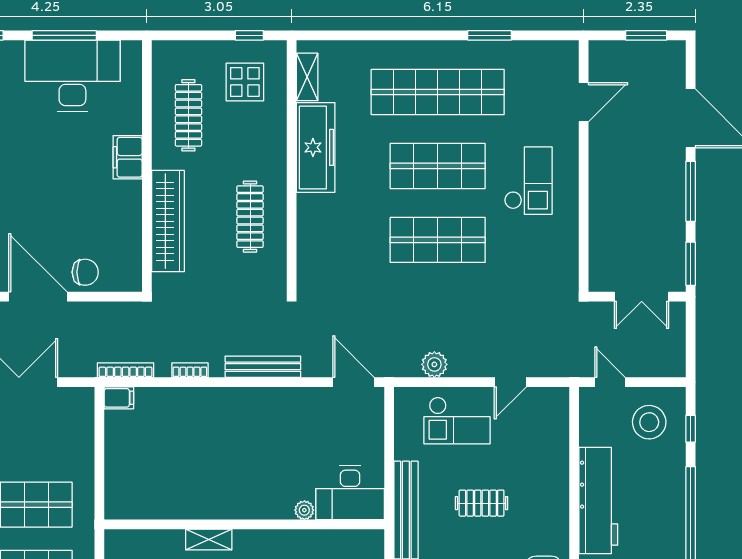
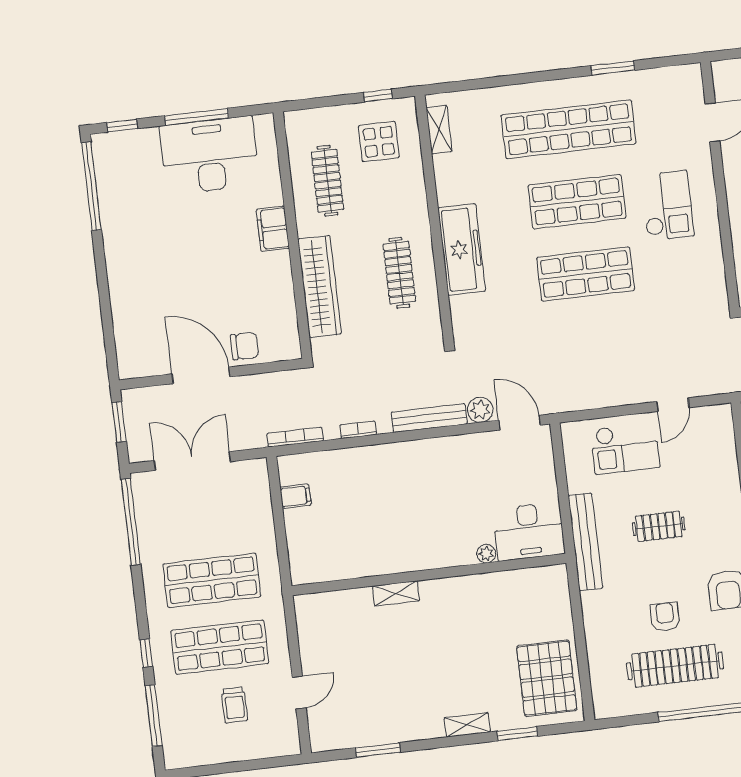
freezer: (316, 147) -> (462, 250), moved
plant: (434, 364) -> (480, 410), moved
filing cabinet: (119, 398) -> (295, 496), moved

